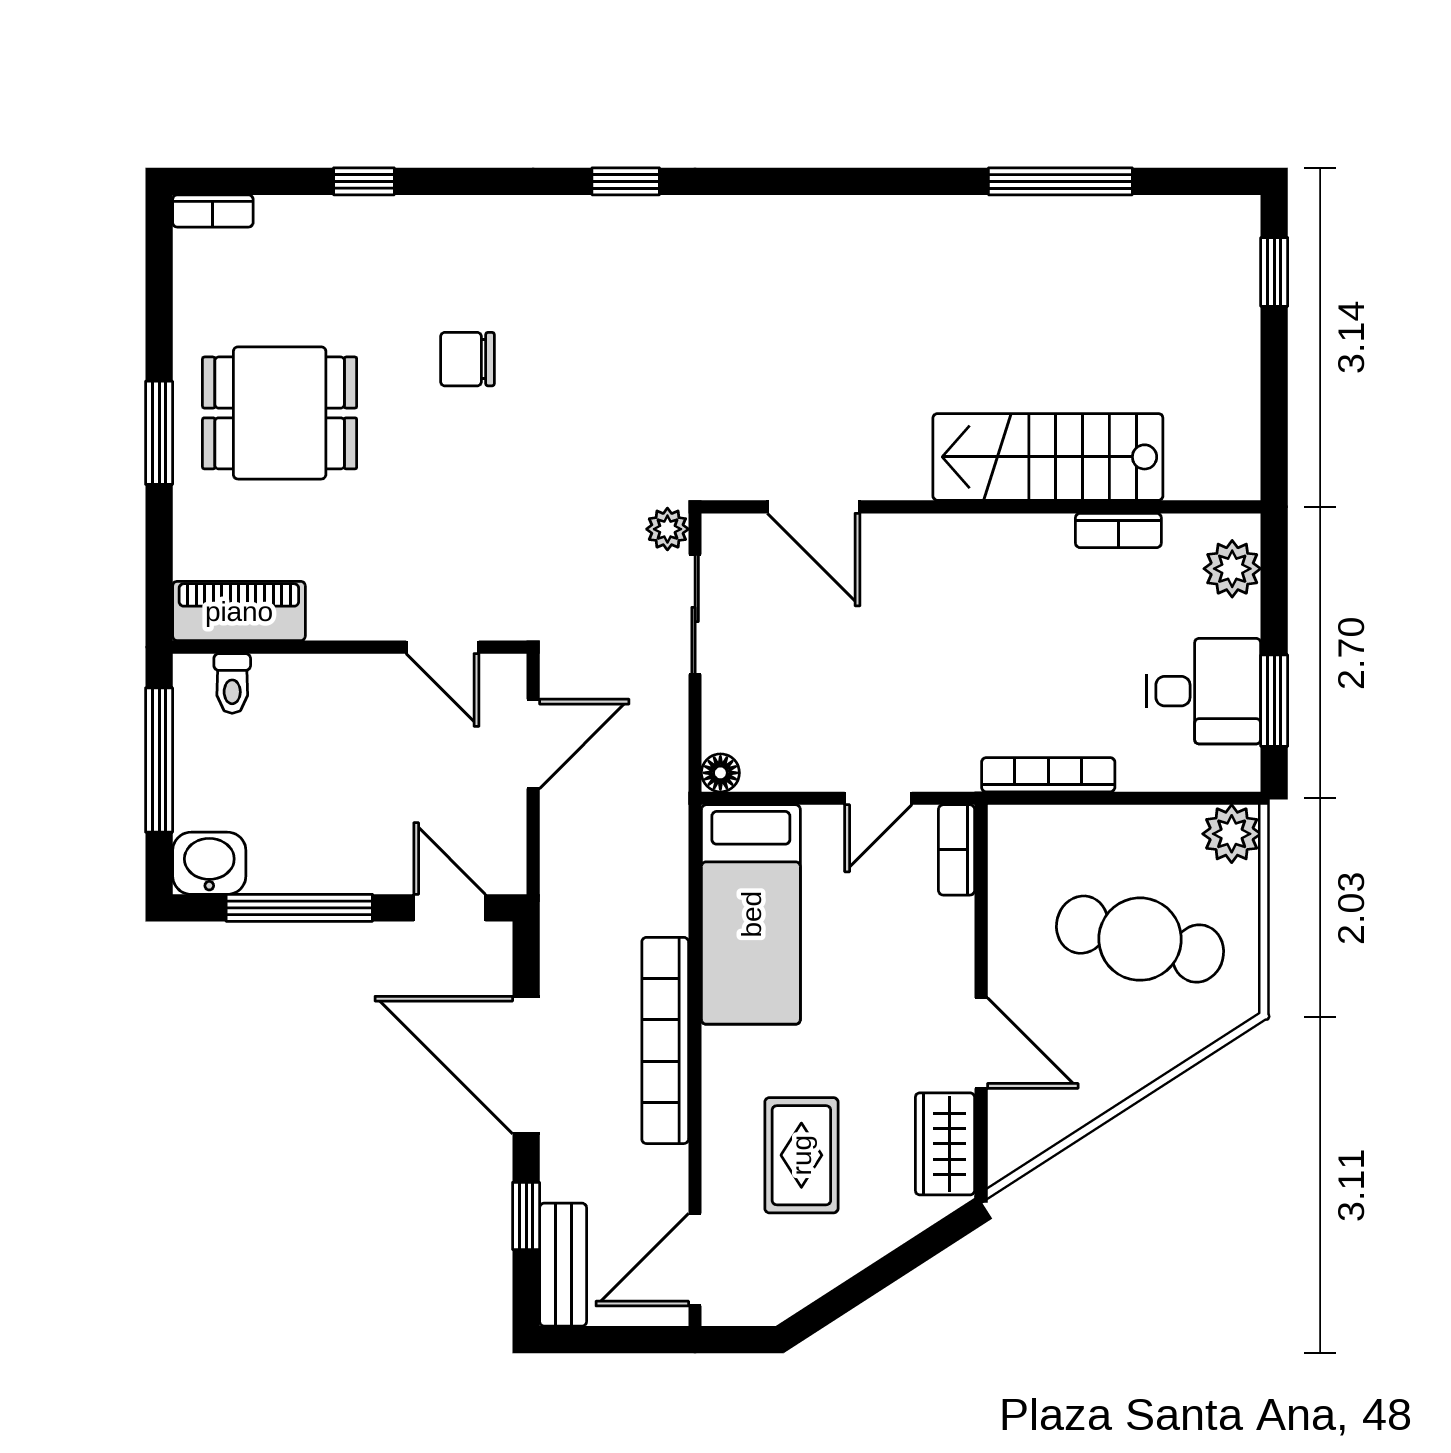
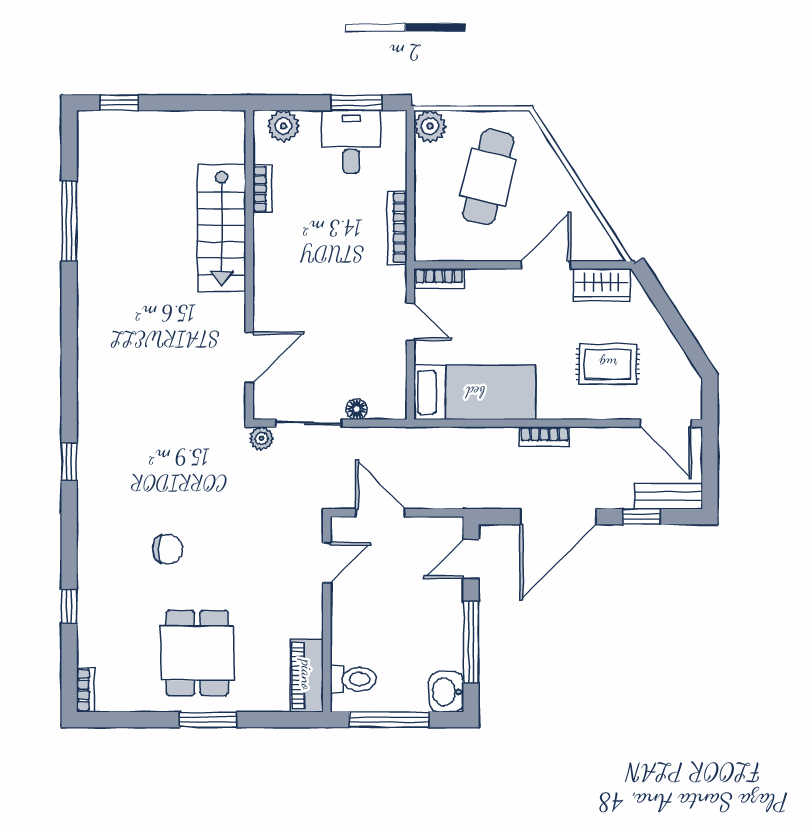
chair: (467, 359) -> (167, 549), turned -90
toilet: (232, 683) -> (353, 679), width x1.37, depth x1.39
floor lamp: (720, 773) -> (357, 409), moved
bookcase: (665, 1040) -> (544, 437), width x0.43, depth x0.76

